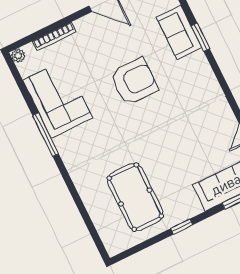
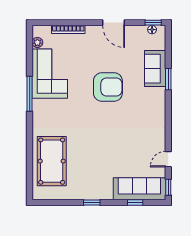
plant: (18, 56) -> (37, 42), moved
pool table: (135, 197) -> (52, 161), moved

